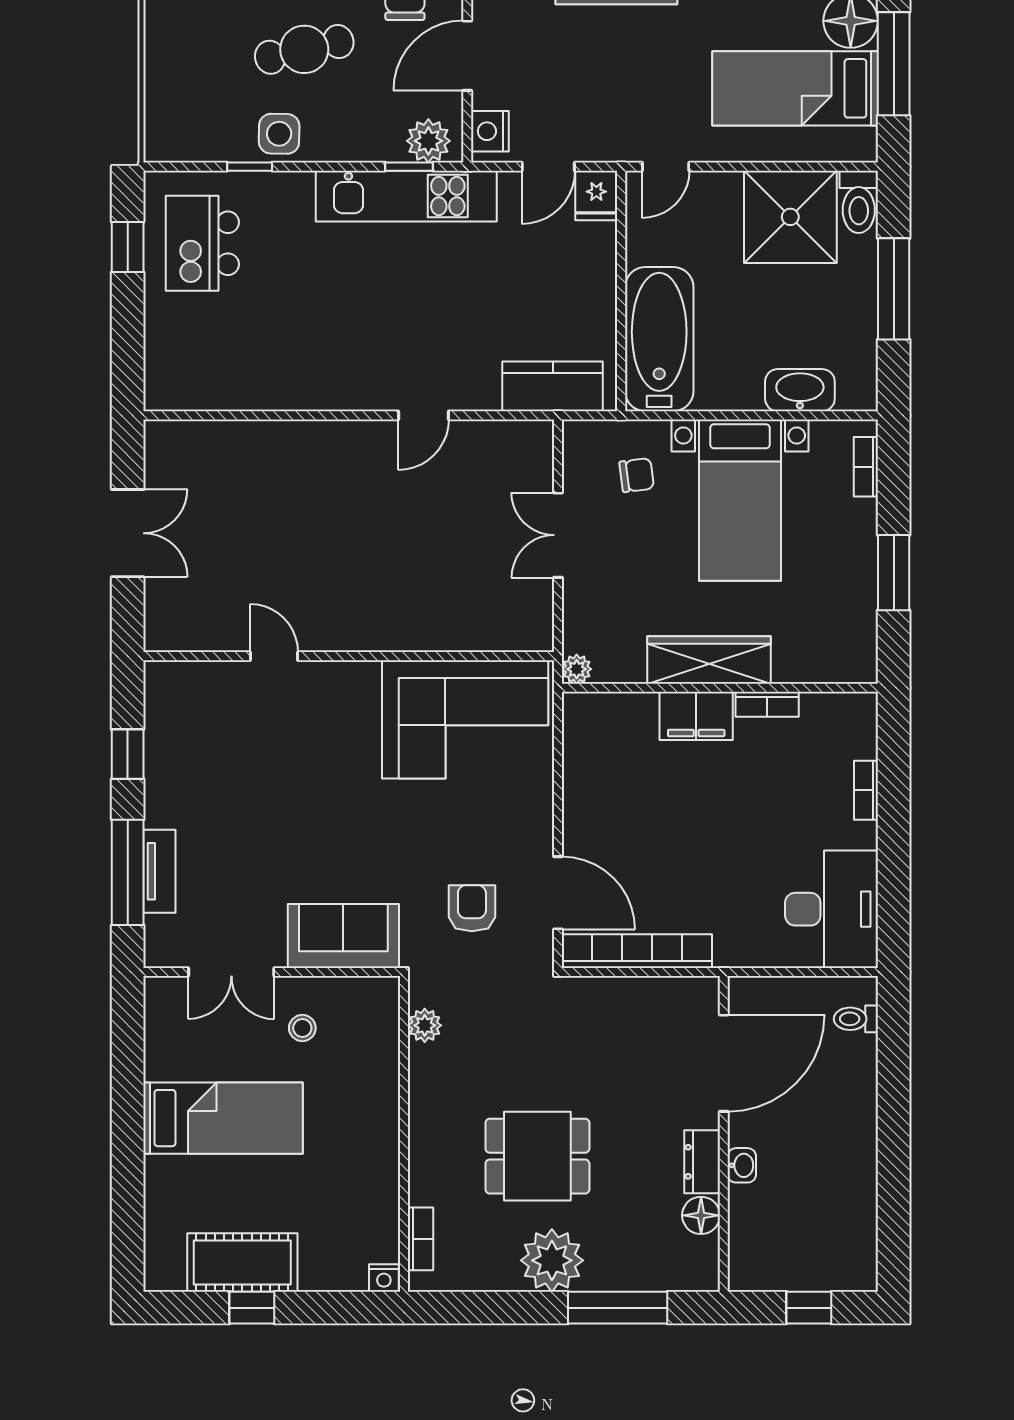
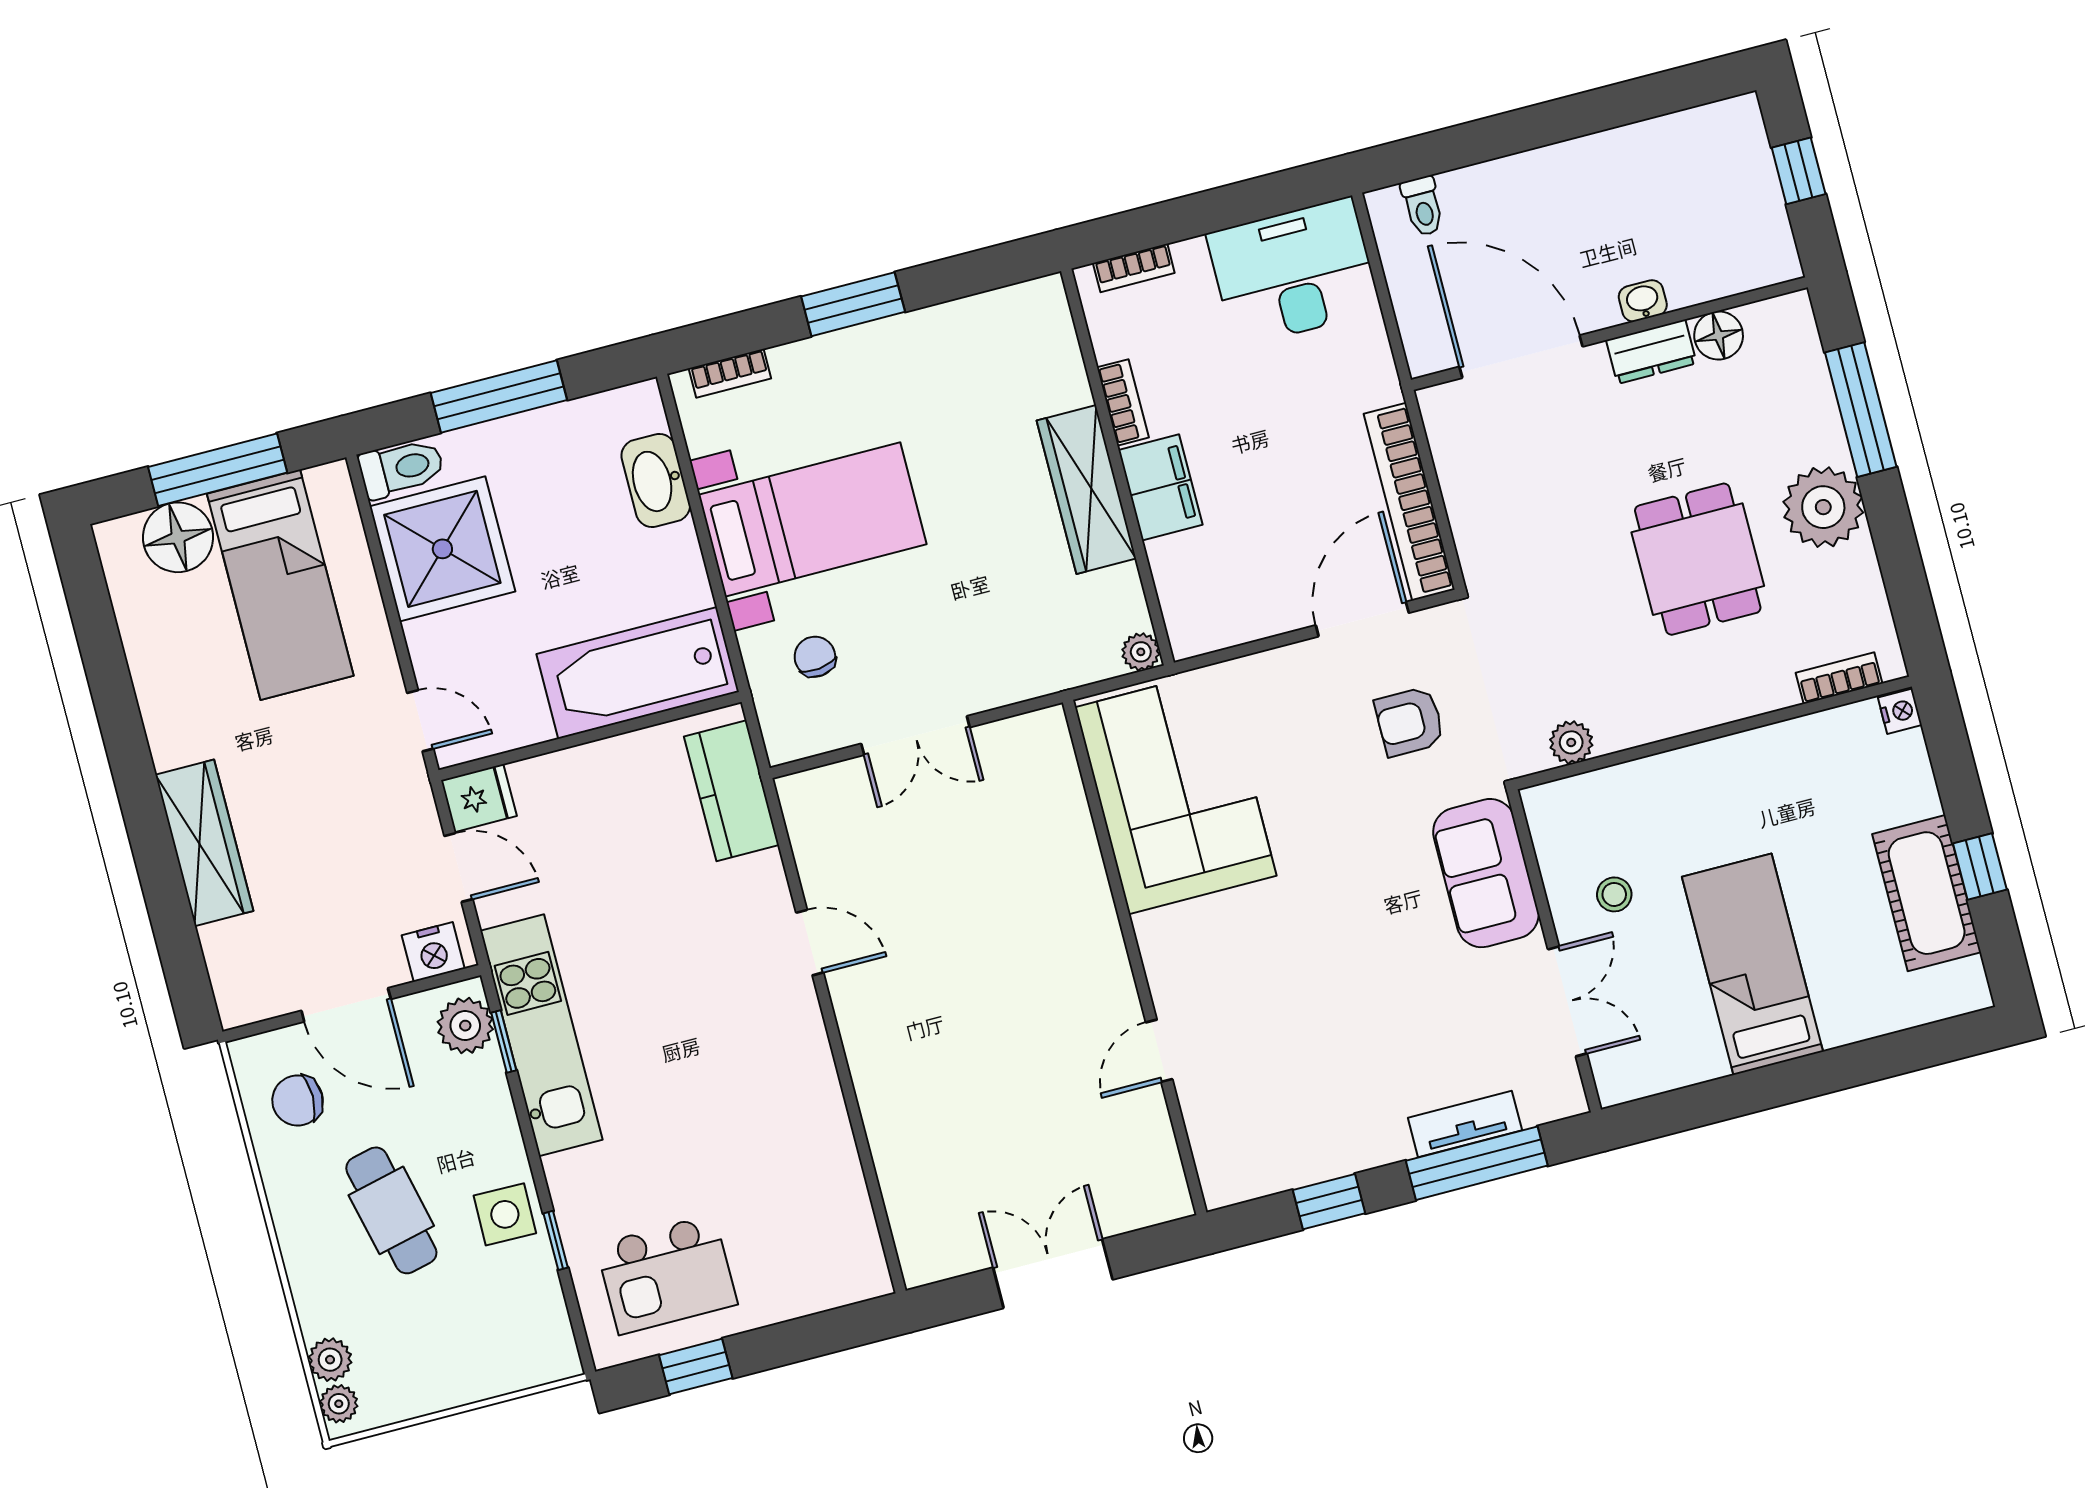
wardrobe: (709, 660) -> (1086, 490), moved
plant: (577, 669) -> (1141, 652), moved
wall: (720, 688) -> (1118, 467), moved
bookcase: (767, 704) -> (1123, 402), moved
filing cabinet: (696, 716) -> (1160, 487), moved

